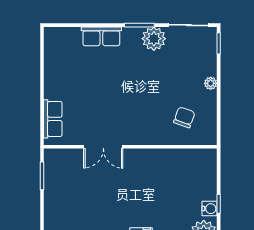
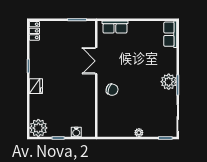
row of seats: (101, 36) -> (170, 34), moved
plant: (154, 39) -> (169, 82), moved
chair: (184, 117) -> (112, 90), moved
water cooler: (210, 209) -> (76, 132), moved

